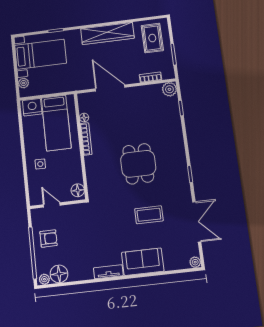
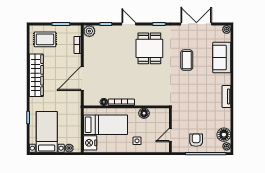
door: (185, 136) -> (129, 24), added
dining table: (138, 164) -> (149, 48), moved, turned 90
floor lamp: (78, 190) -> (144, 113), moved
sofa: (143, 262) -> (222, 57), moved

